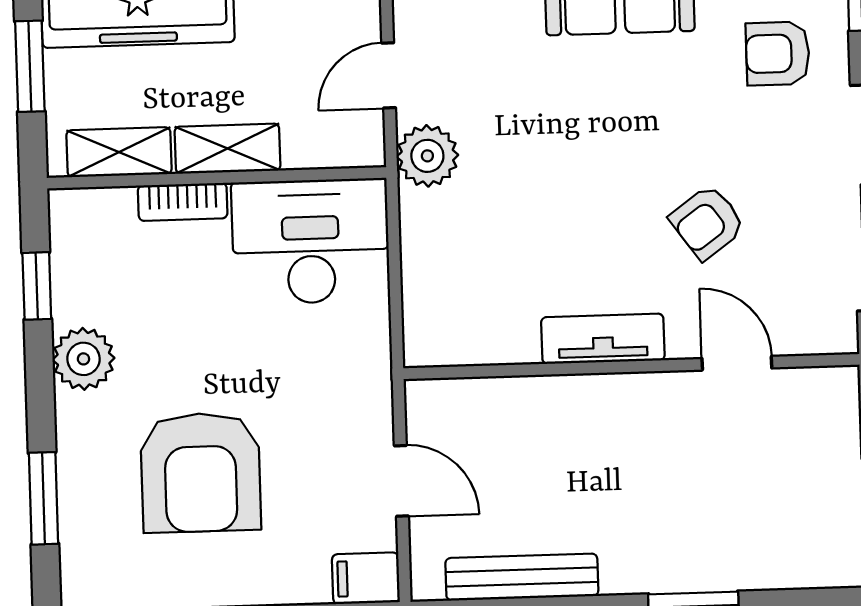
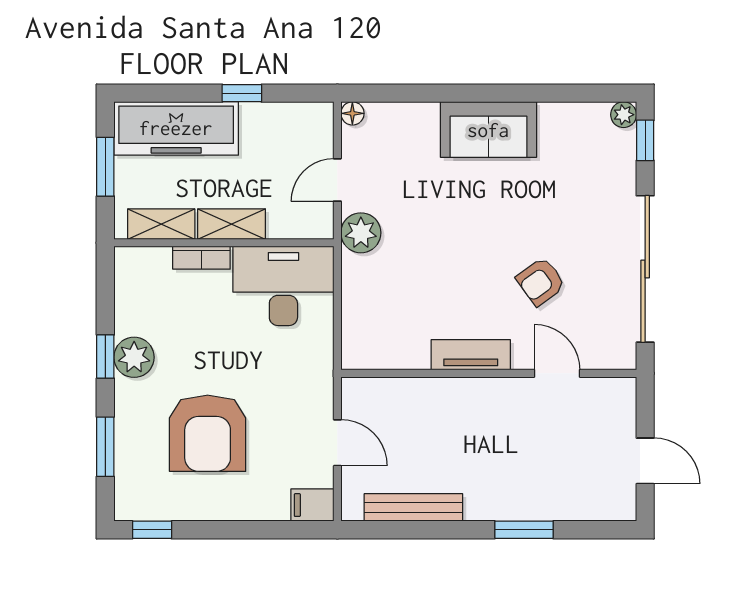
armchair: (778, 54) -> (590, 174), removed
window: (37, 286) -> (105, 357), moved

